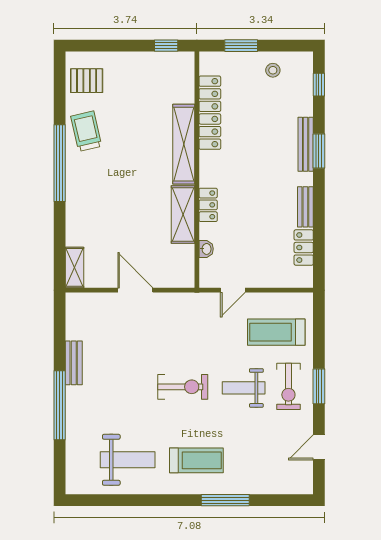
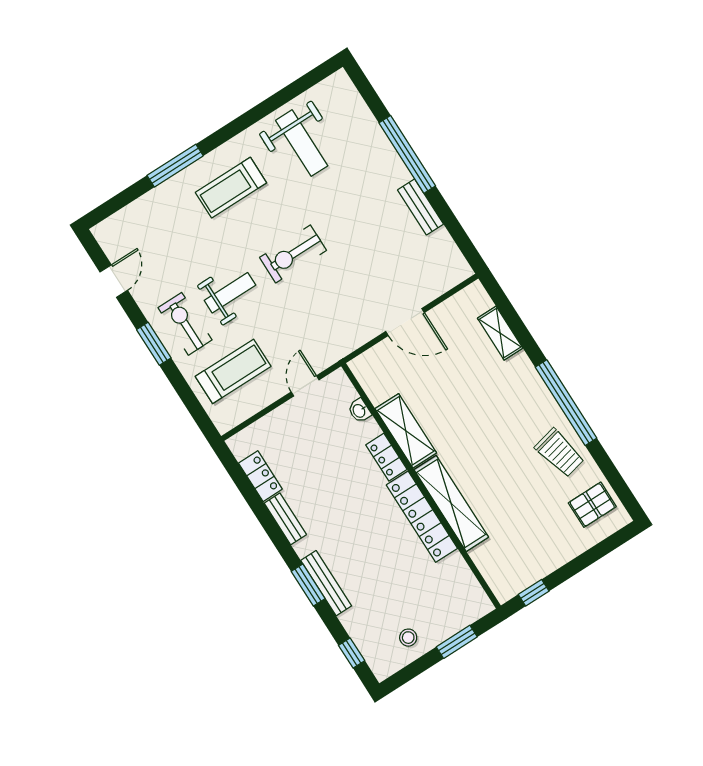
locker: (210, 113) -> (422, 517), moved
shelving: (74, 267) -> (500, 333), moved
weight bench: (128, 460) -> (302, 143), turned -90

